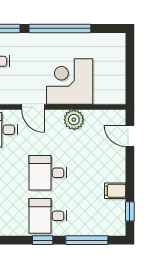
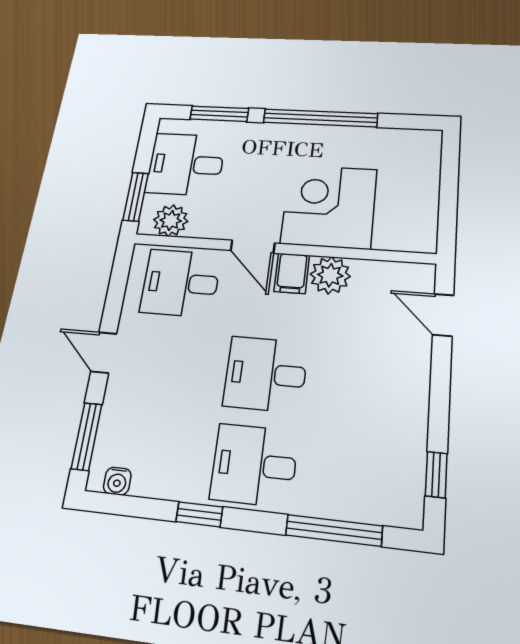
filing cabinet: (115, 191) -> (292, 273), moved, turned -90
window: (43, 240) -> (199, 514), moved

